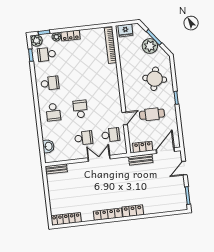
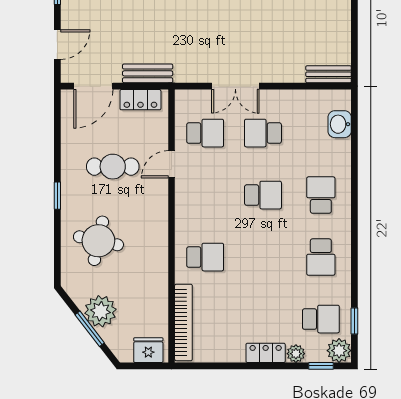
school desk: (104, 77) -> (205, 257), added
school desk: (50, 83) -> (321, 257), turned -90
school desk: (80, 109) -> (263, 195), turned -90
school desk: (111, 135) -> (205, 133), turned 180

